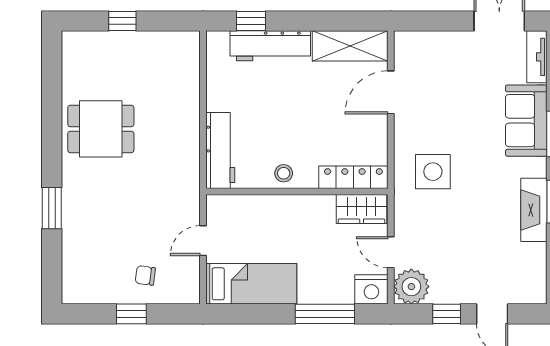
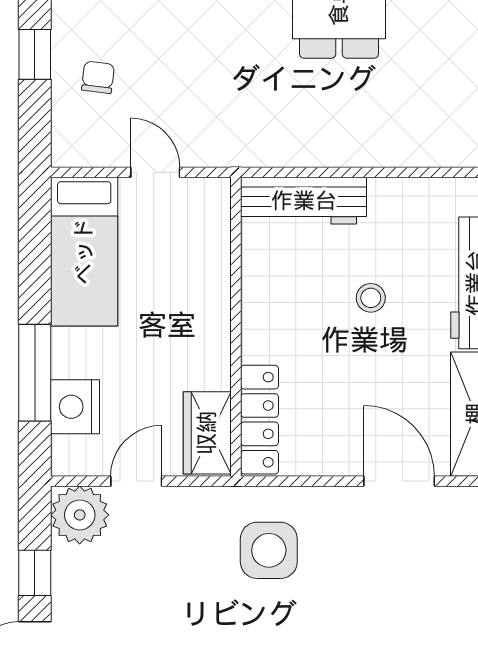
stool: (284, 173) -> (371, 298), moved
nightstand: (371, 289) -> (75, 407), moved

